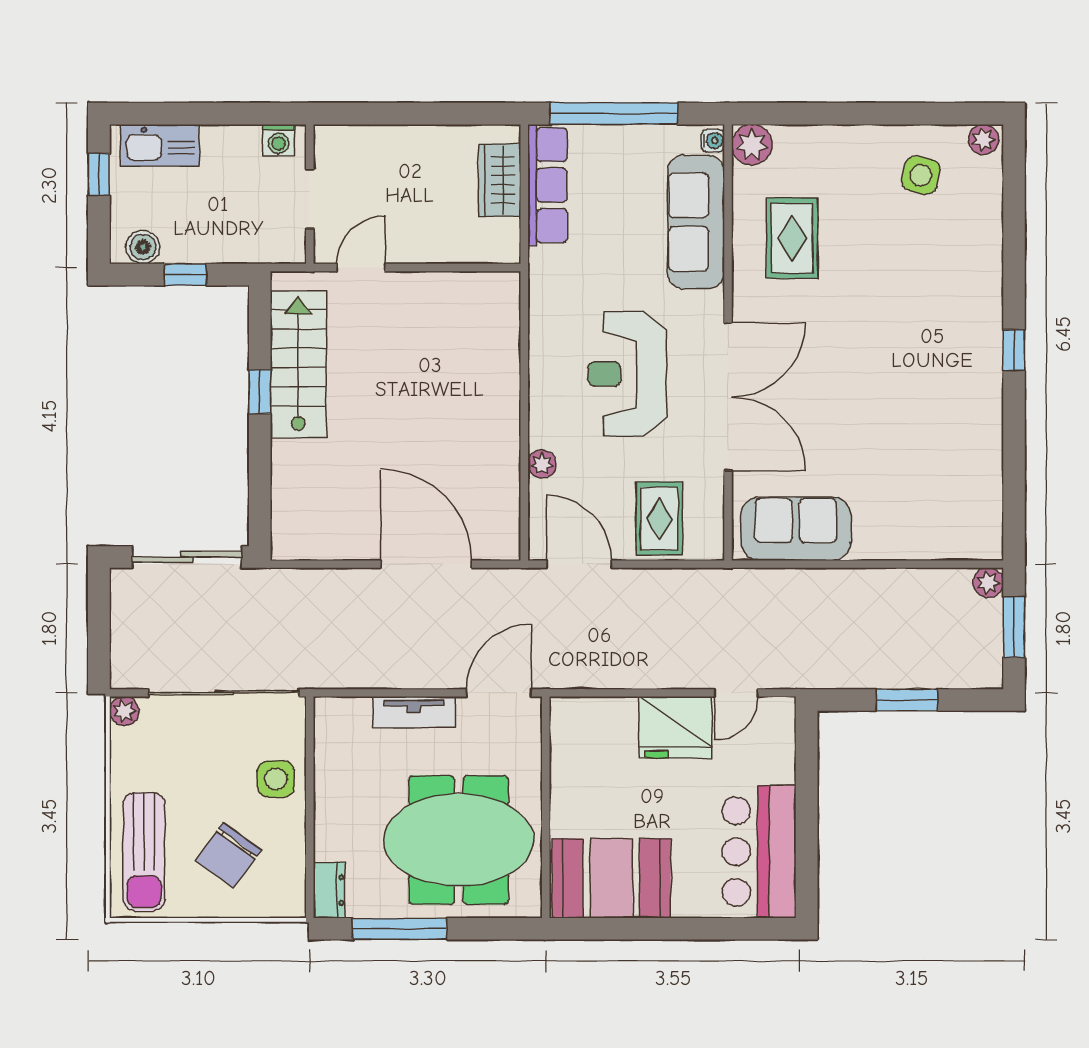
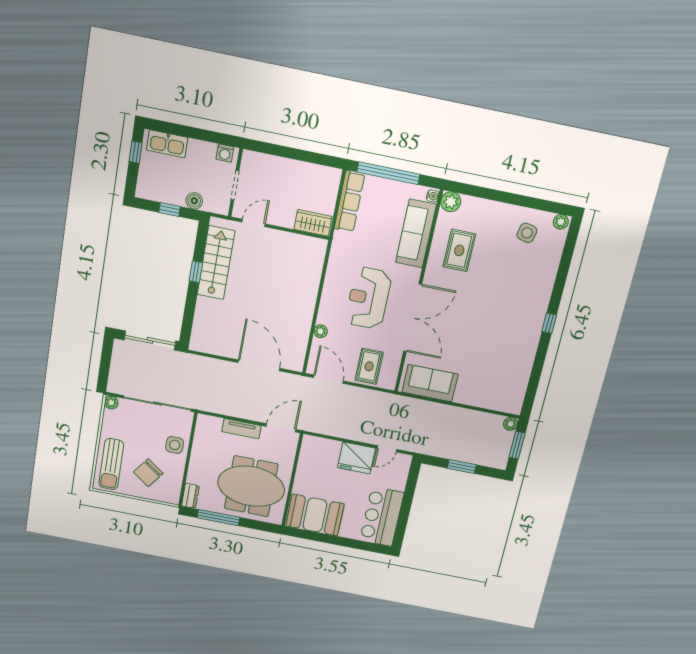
wardrobe: (500, 180) -> (313, 223), moved, turned 90
boiler: (143, 247) -> (194, 201), moved

